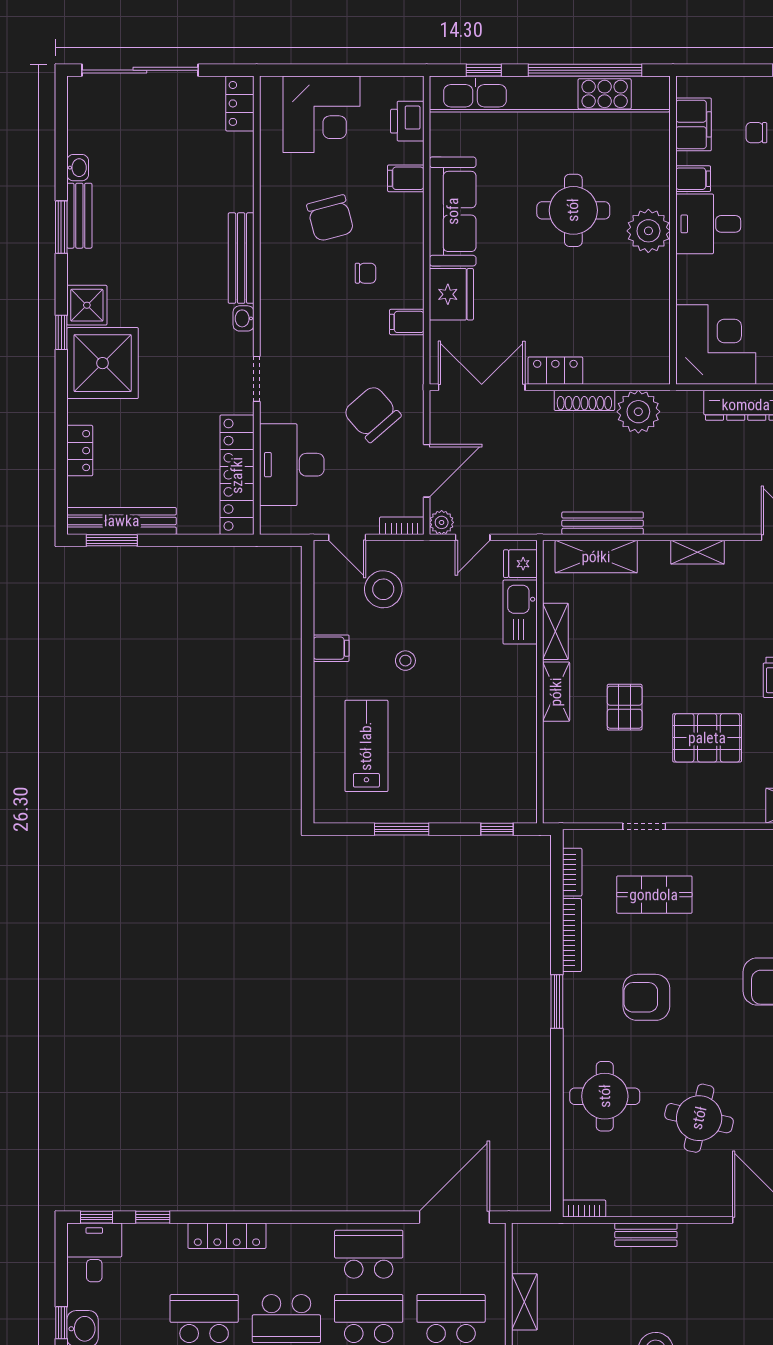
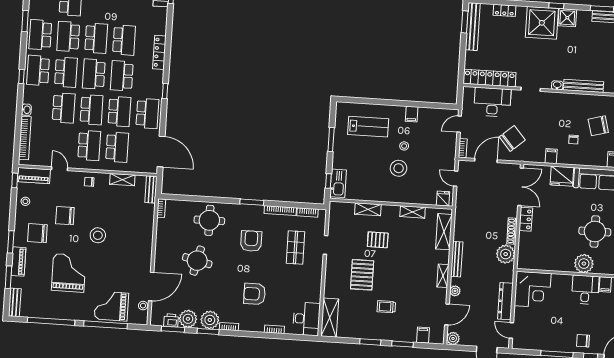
door: (427, 471) -> (486, 161), swing flipped
plant: (442, 522) -> (455, 291), moved
bench: (603, 523) -> (457, 259), moved
stool: (383, 589) -> (399, 168), moved
kitchen sink: (520, 612) -> (338, 183), moved, turned 90
shelving: (556, 692) -> (368, 209), moved
window: (153, 1217) -> (165, 91), moved
bench: (646, 1235) -> (151, 189), moved

